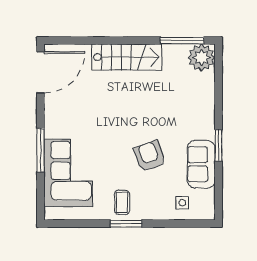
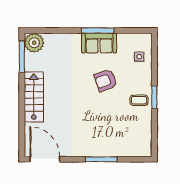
window: (218, 145) -> (98, 30), width x1.44
sofa: (201, 164) -> (99, 43), moved
corner sofa: (68, 173) -> (118, 139), removed

